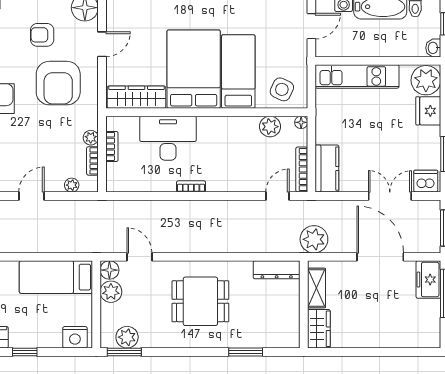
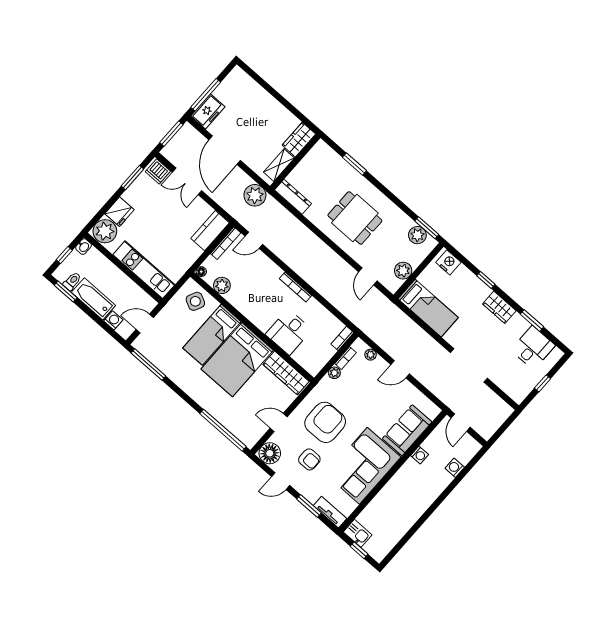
desk: (168, 138) -> (289, 332), width x0.73
bookcase: (112, 146) -> (342, 338), moved
bookcase: (191, 186) -> (295, 287), width x1.56
floor lamp: (109, 270) -> (393, 284), removed

